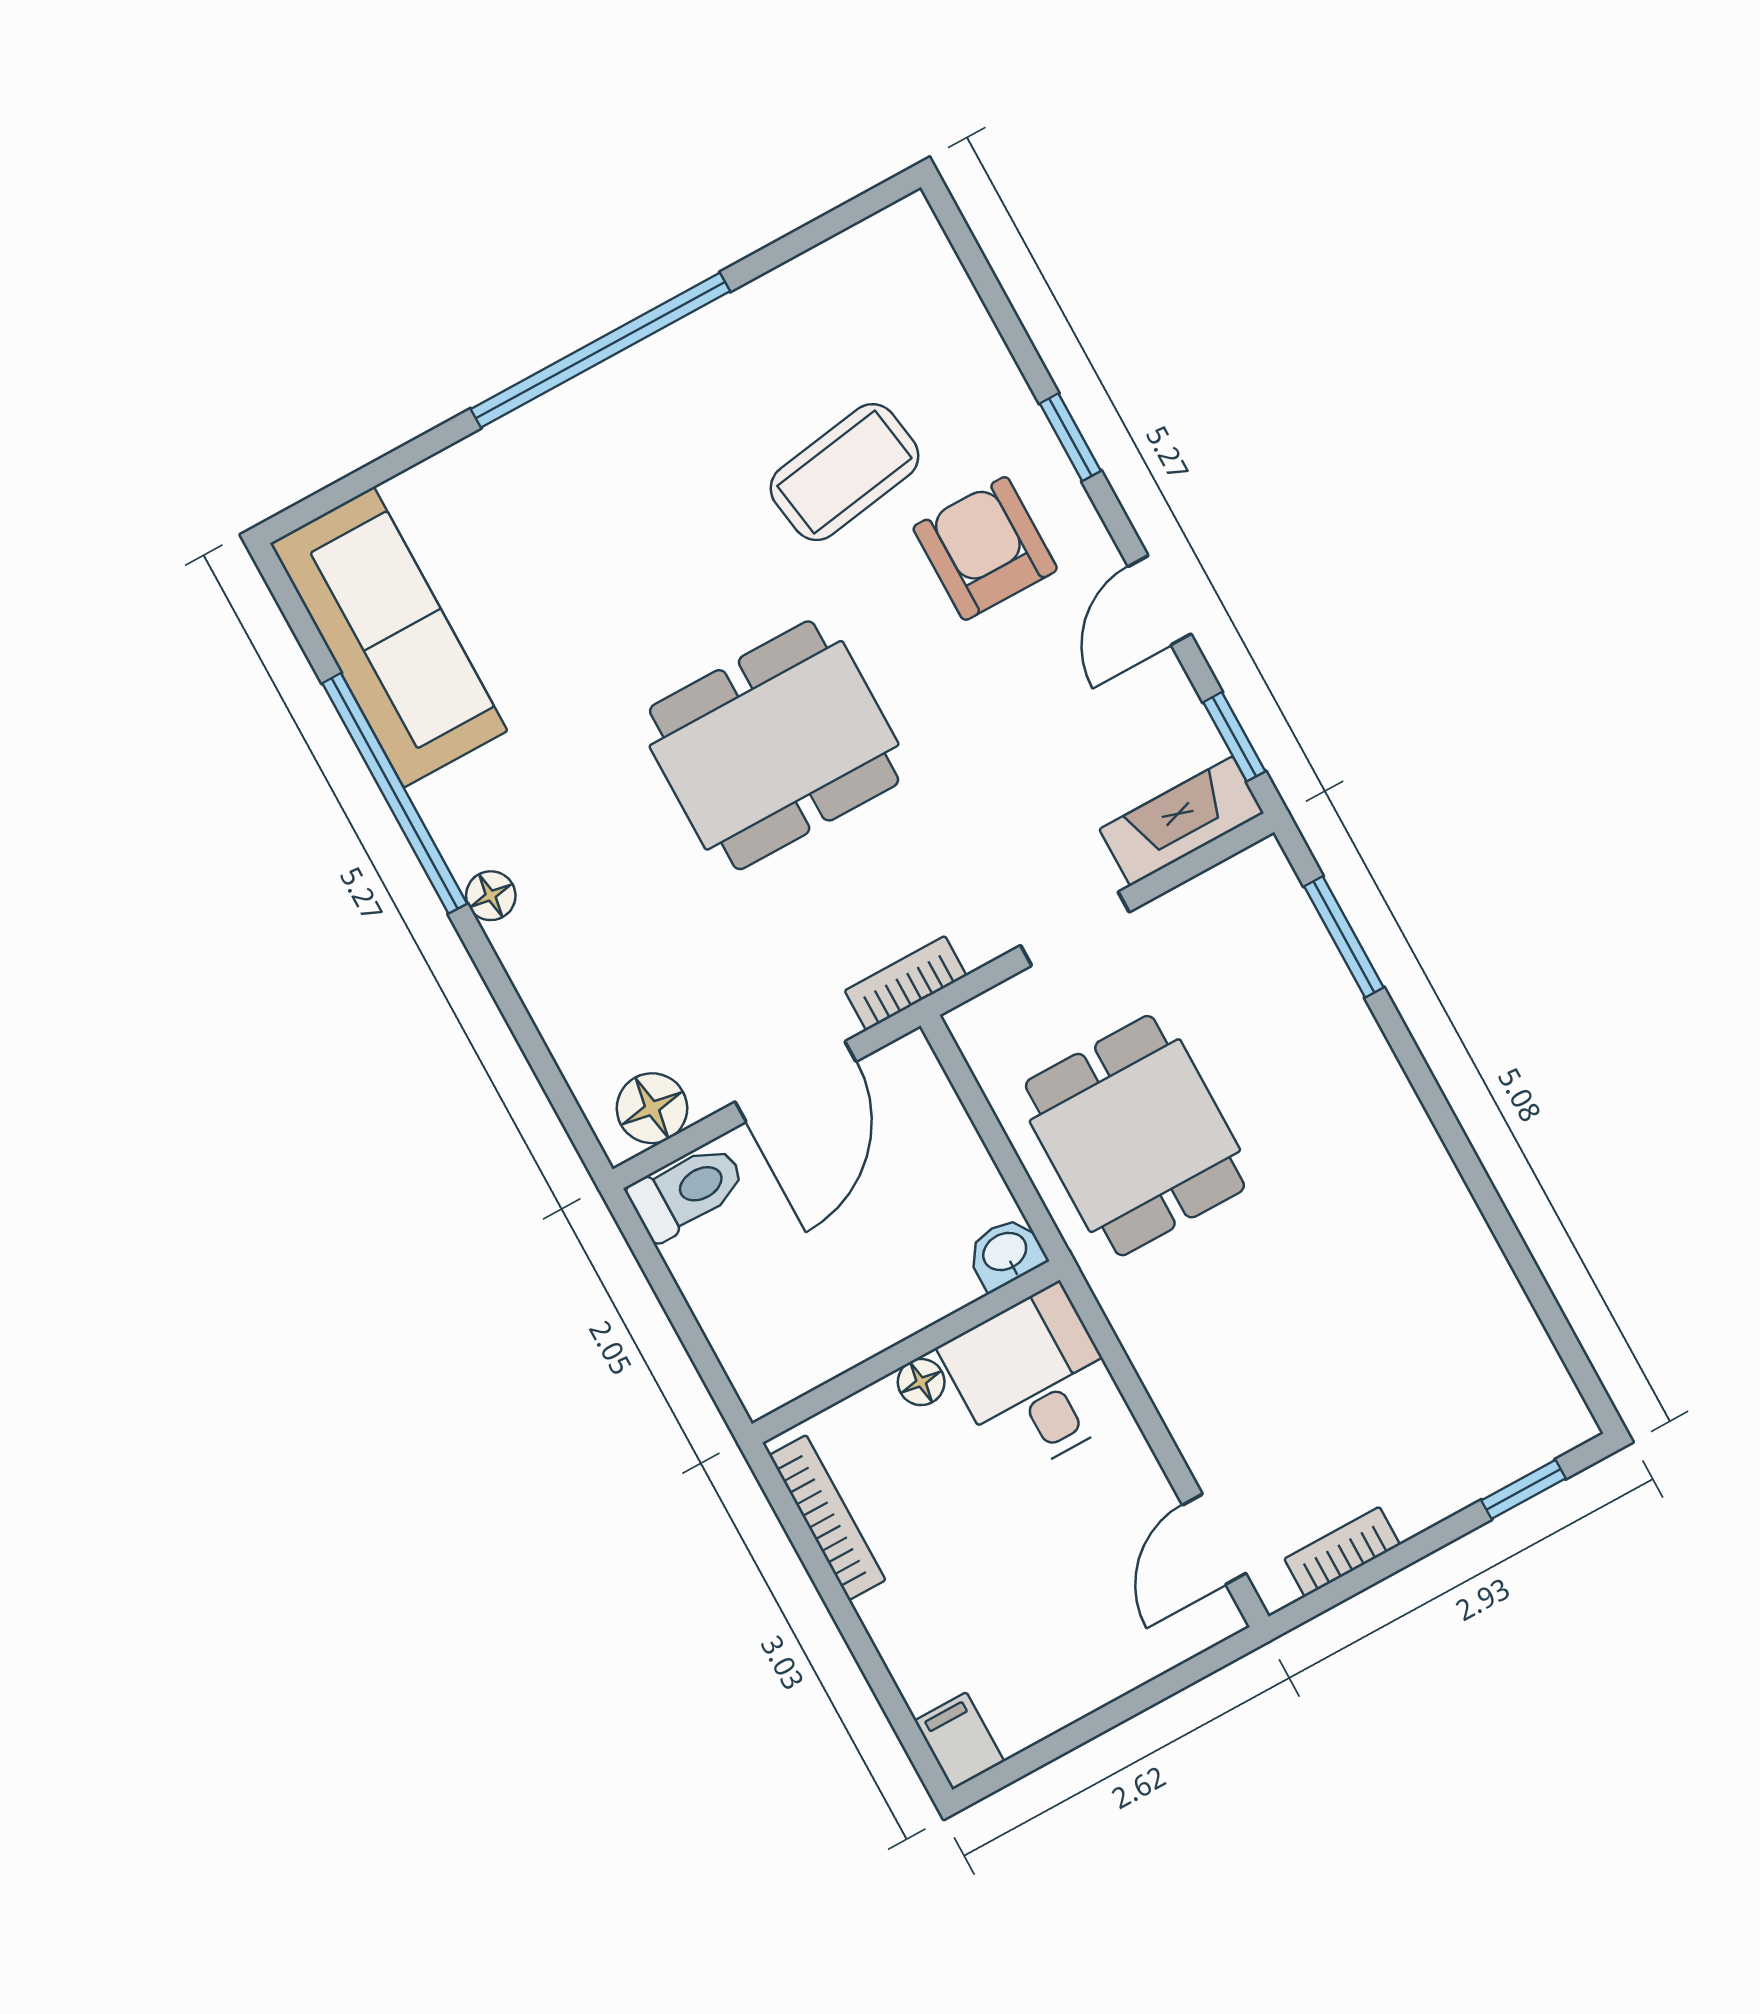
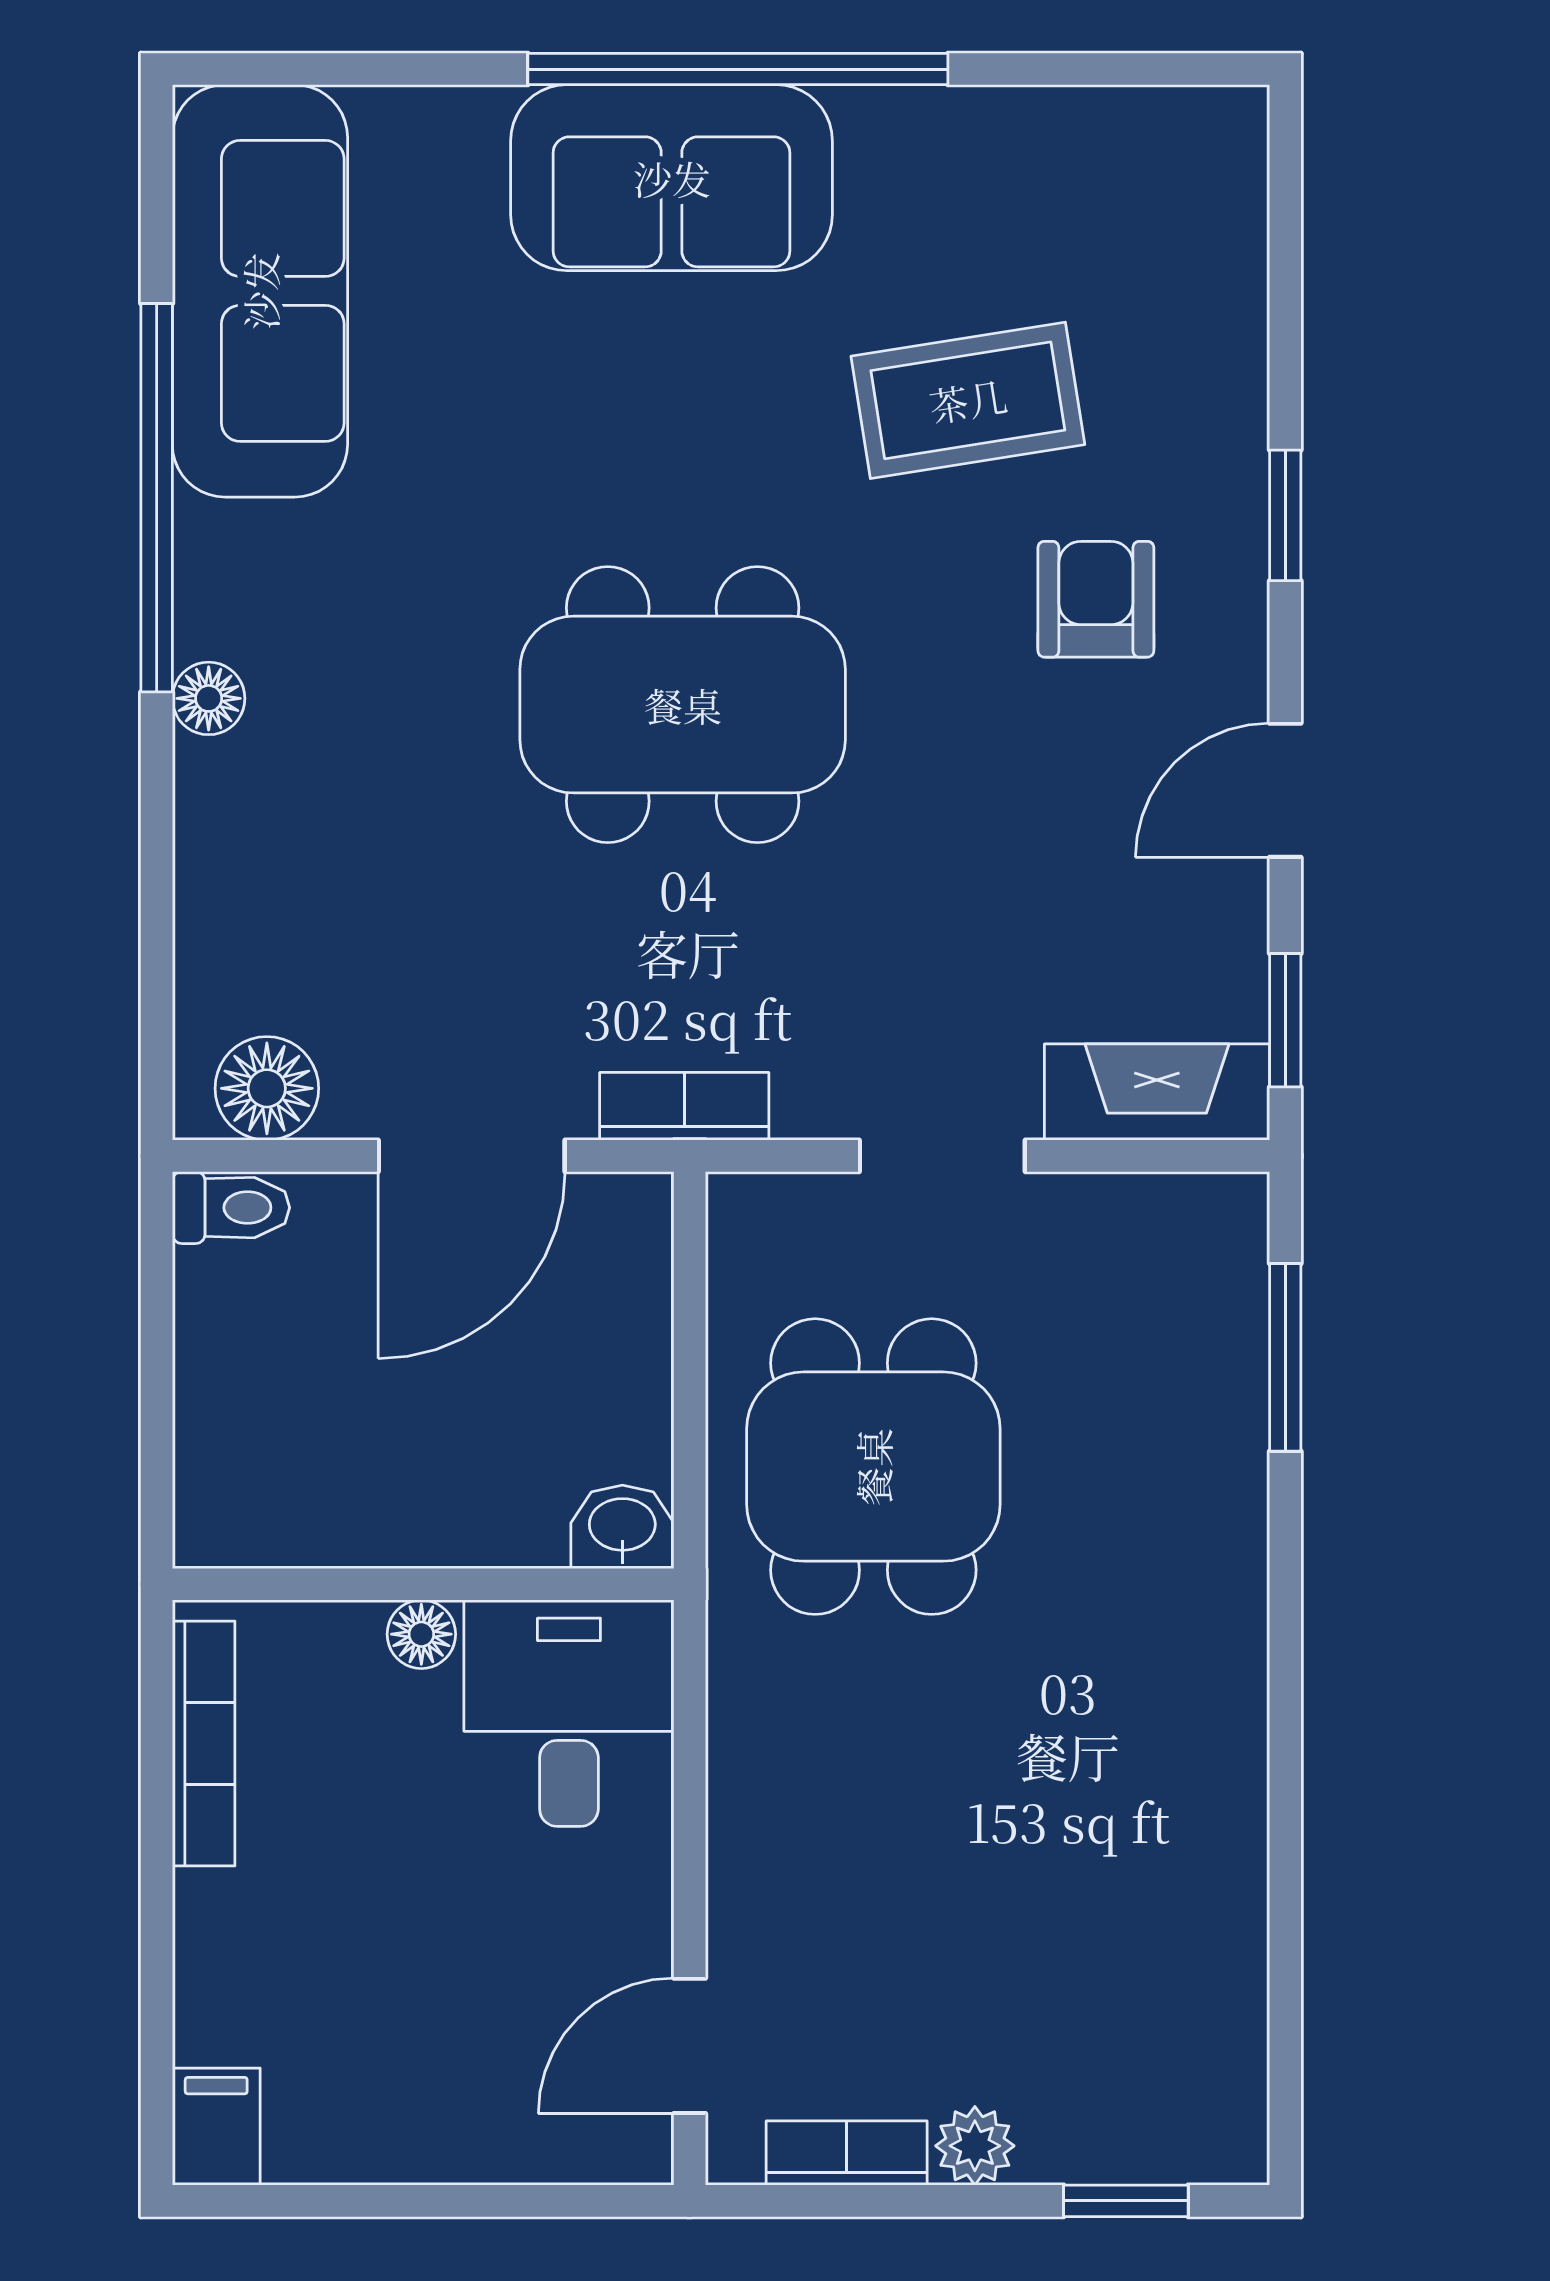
sofa: (596, 436) -> (672, 178), added
armchair: (985, 548) -> (1096, 599), width x0.72, depth x0.72
toilet: (687, 1191) -> (231, 1208), width x0.73, depth x0.72
plant: (1416, 1506) -> (975, 2146), added

